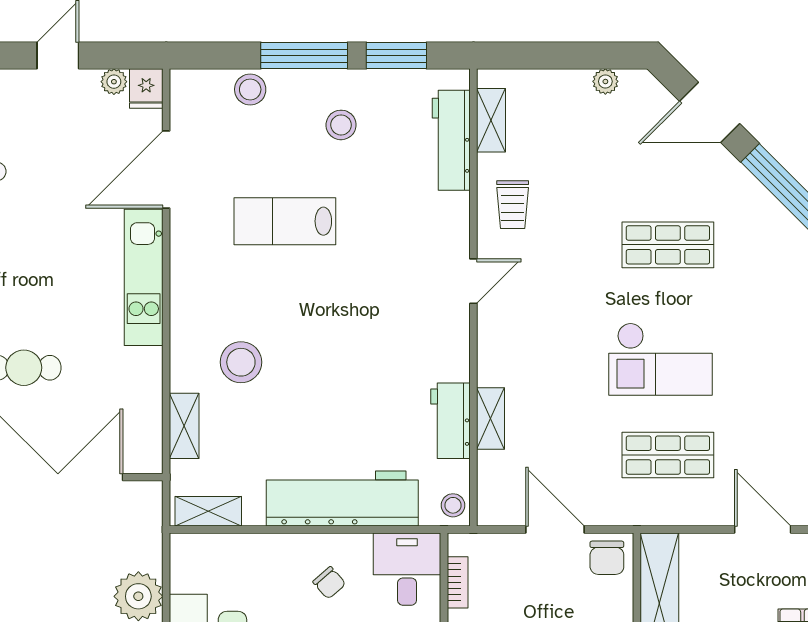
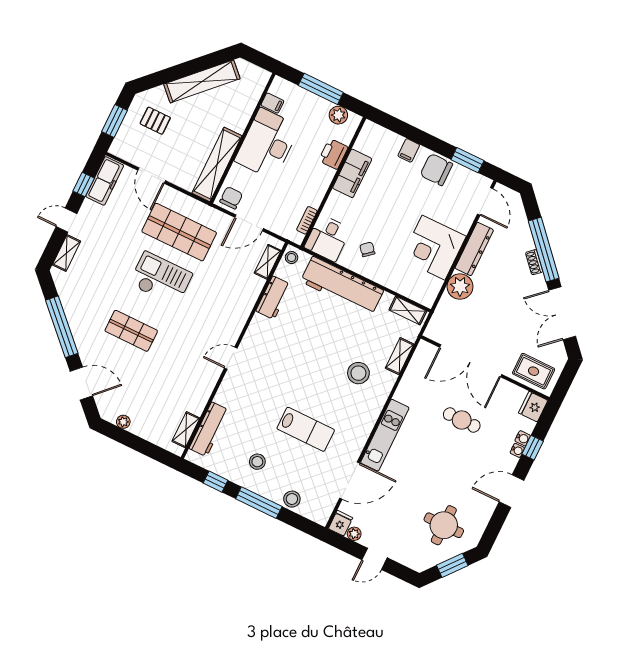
window: (396, 56) -> (216, 482), width x0.67
trolley: (513, 205) -> (195, 385), removed
shelving: (491, 419) -> (268, 262), moved
shop shelf: (668, 455) -> (179, 232), width x1.43, depth x1.36
door: (555, 529) -> (249, 223), hinge flipped

